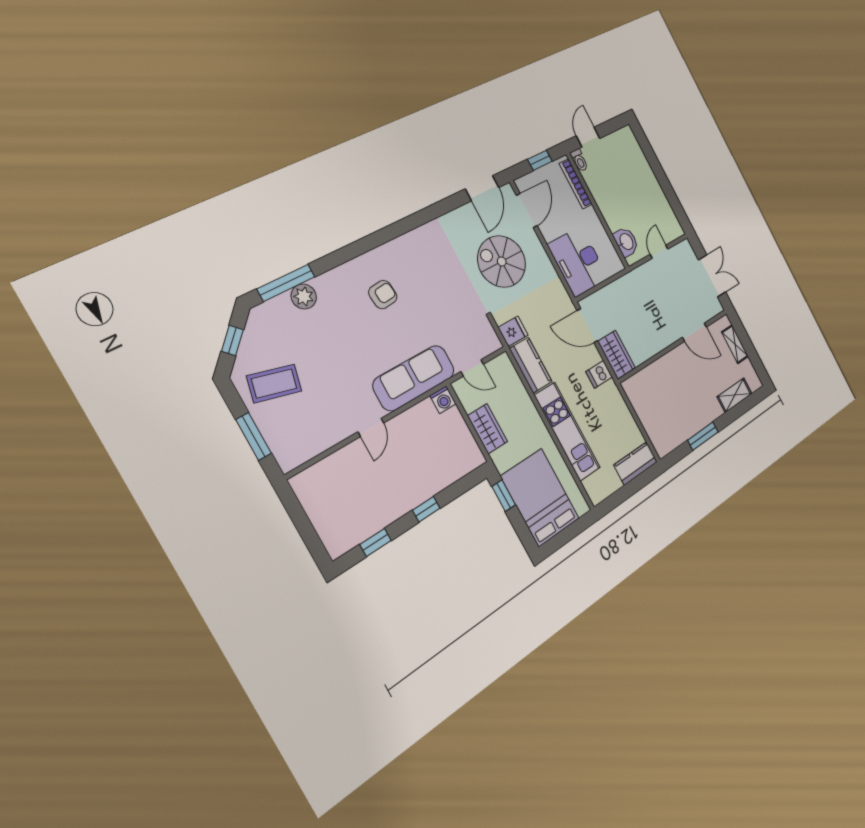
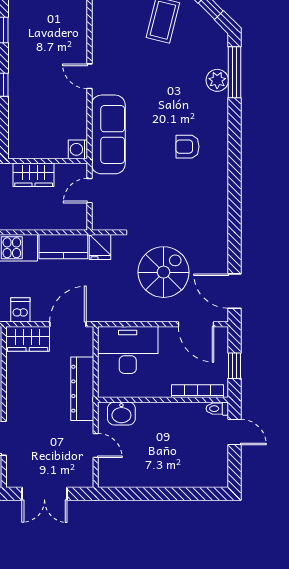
dresser: (627, 286) -> (82, 389), added
armchair: (383, 295) -> (187, 147), turned 96

